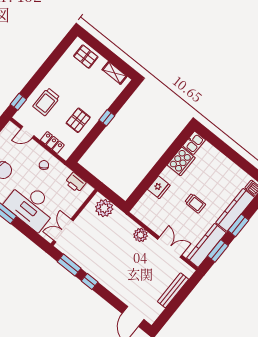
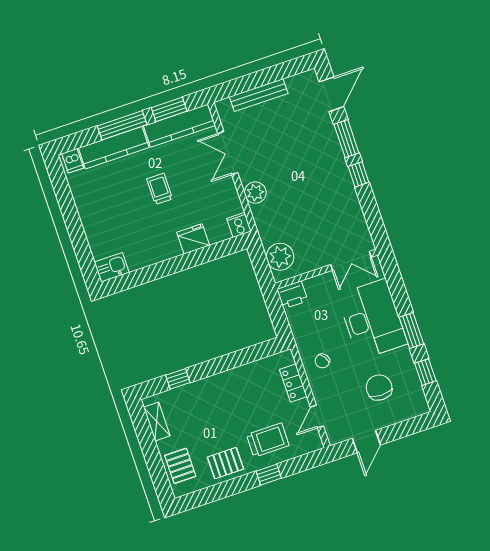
window: (18, 102) -> (269, 475), moved
window: (107, 118) -> (178, 379), moved
pallet: (78, 120) -> (226, 463), moved
door: (27, 132) -> (317, 417), swing flipped
cooker: (181, 161) -> (239, 225), moved, width x0.53, depth x0.76
printer: (76, 182) -> (292, 295), moved, turned 90
window: (238, 225) -> (122, 125), width x1.44
window: (69, 265) -> (346, 139), moved

